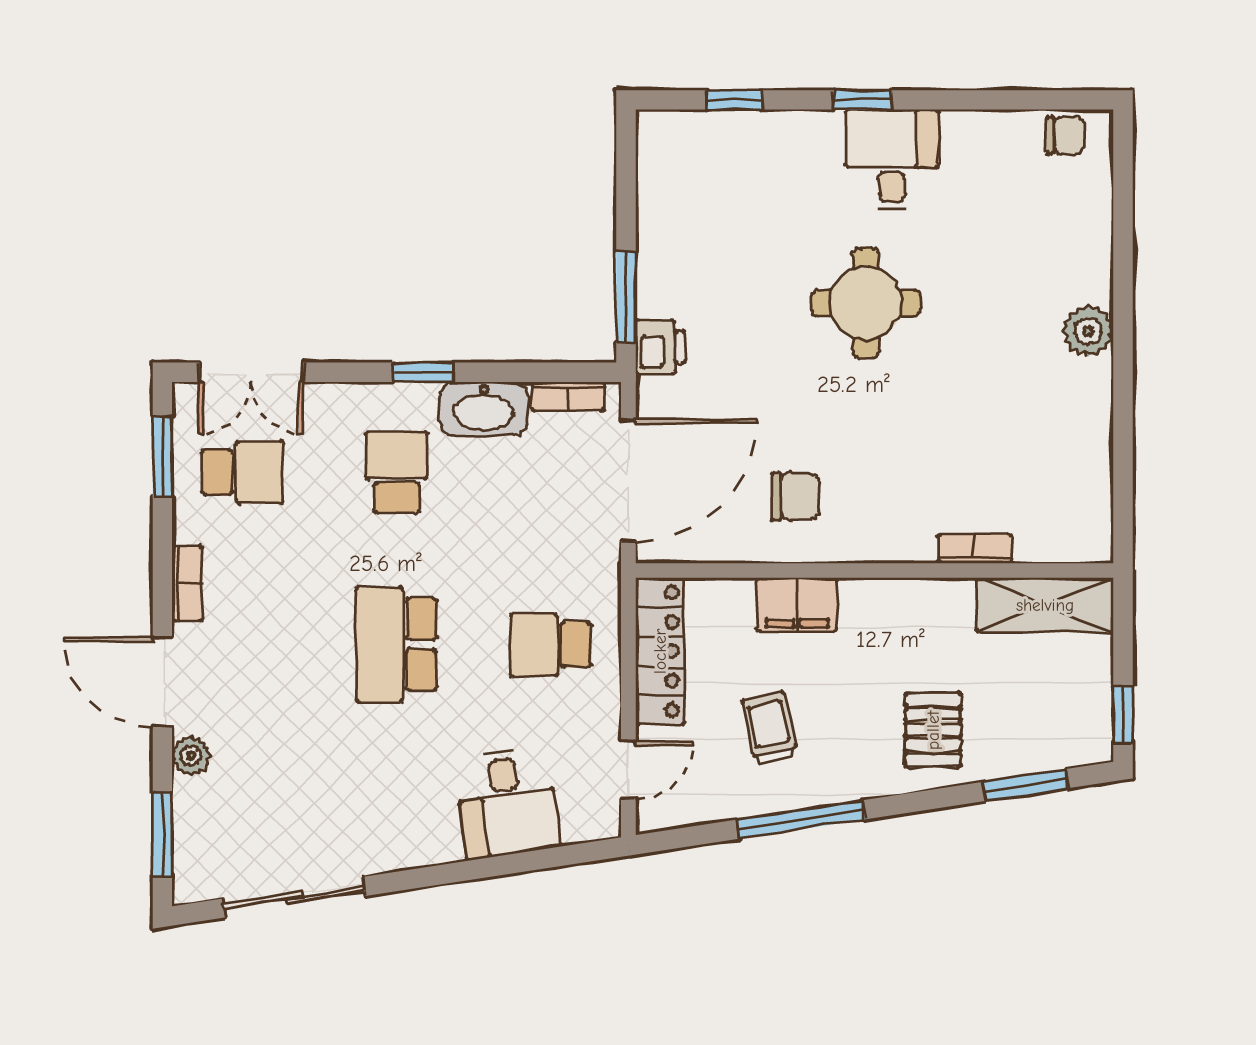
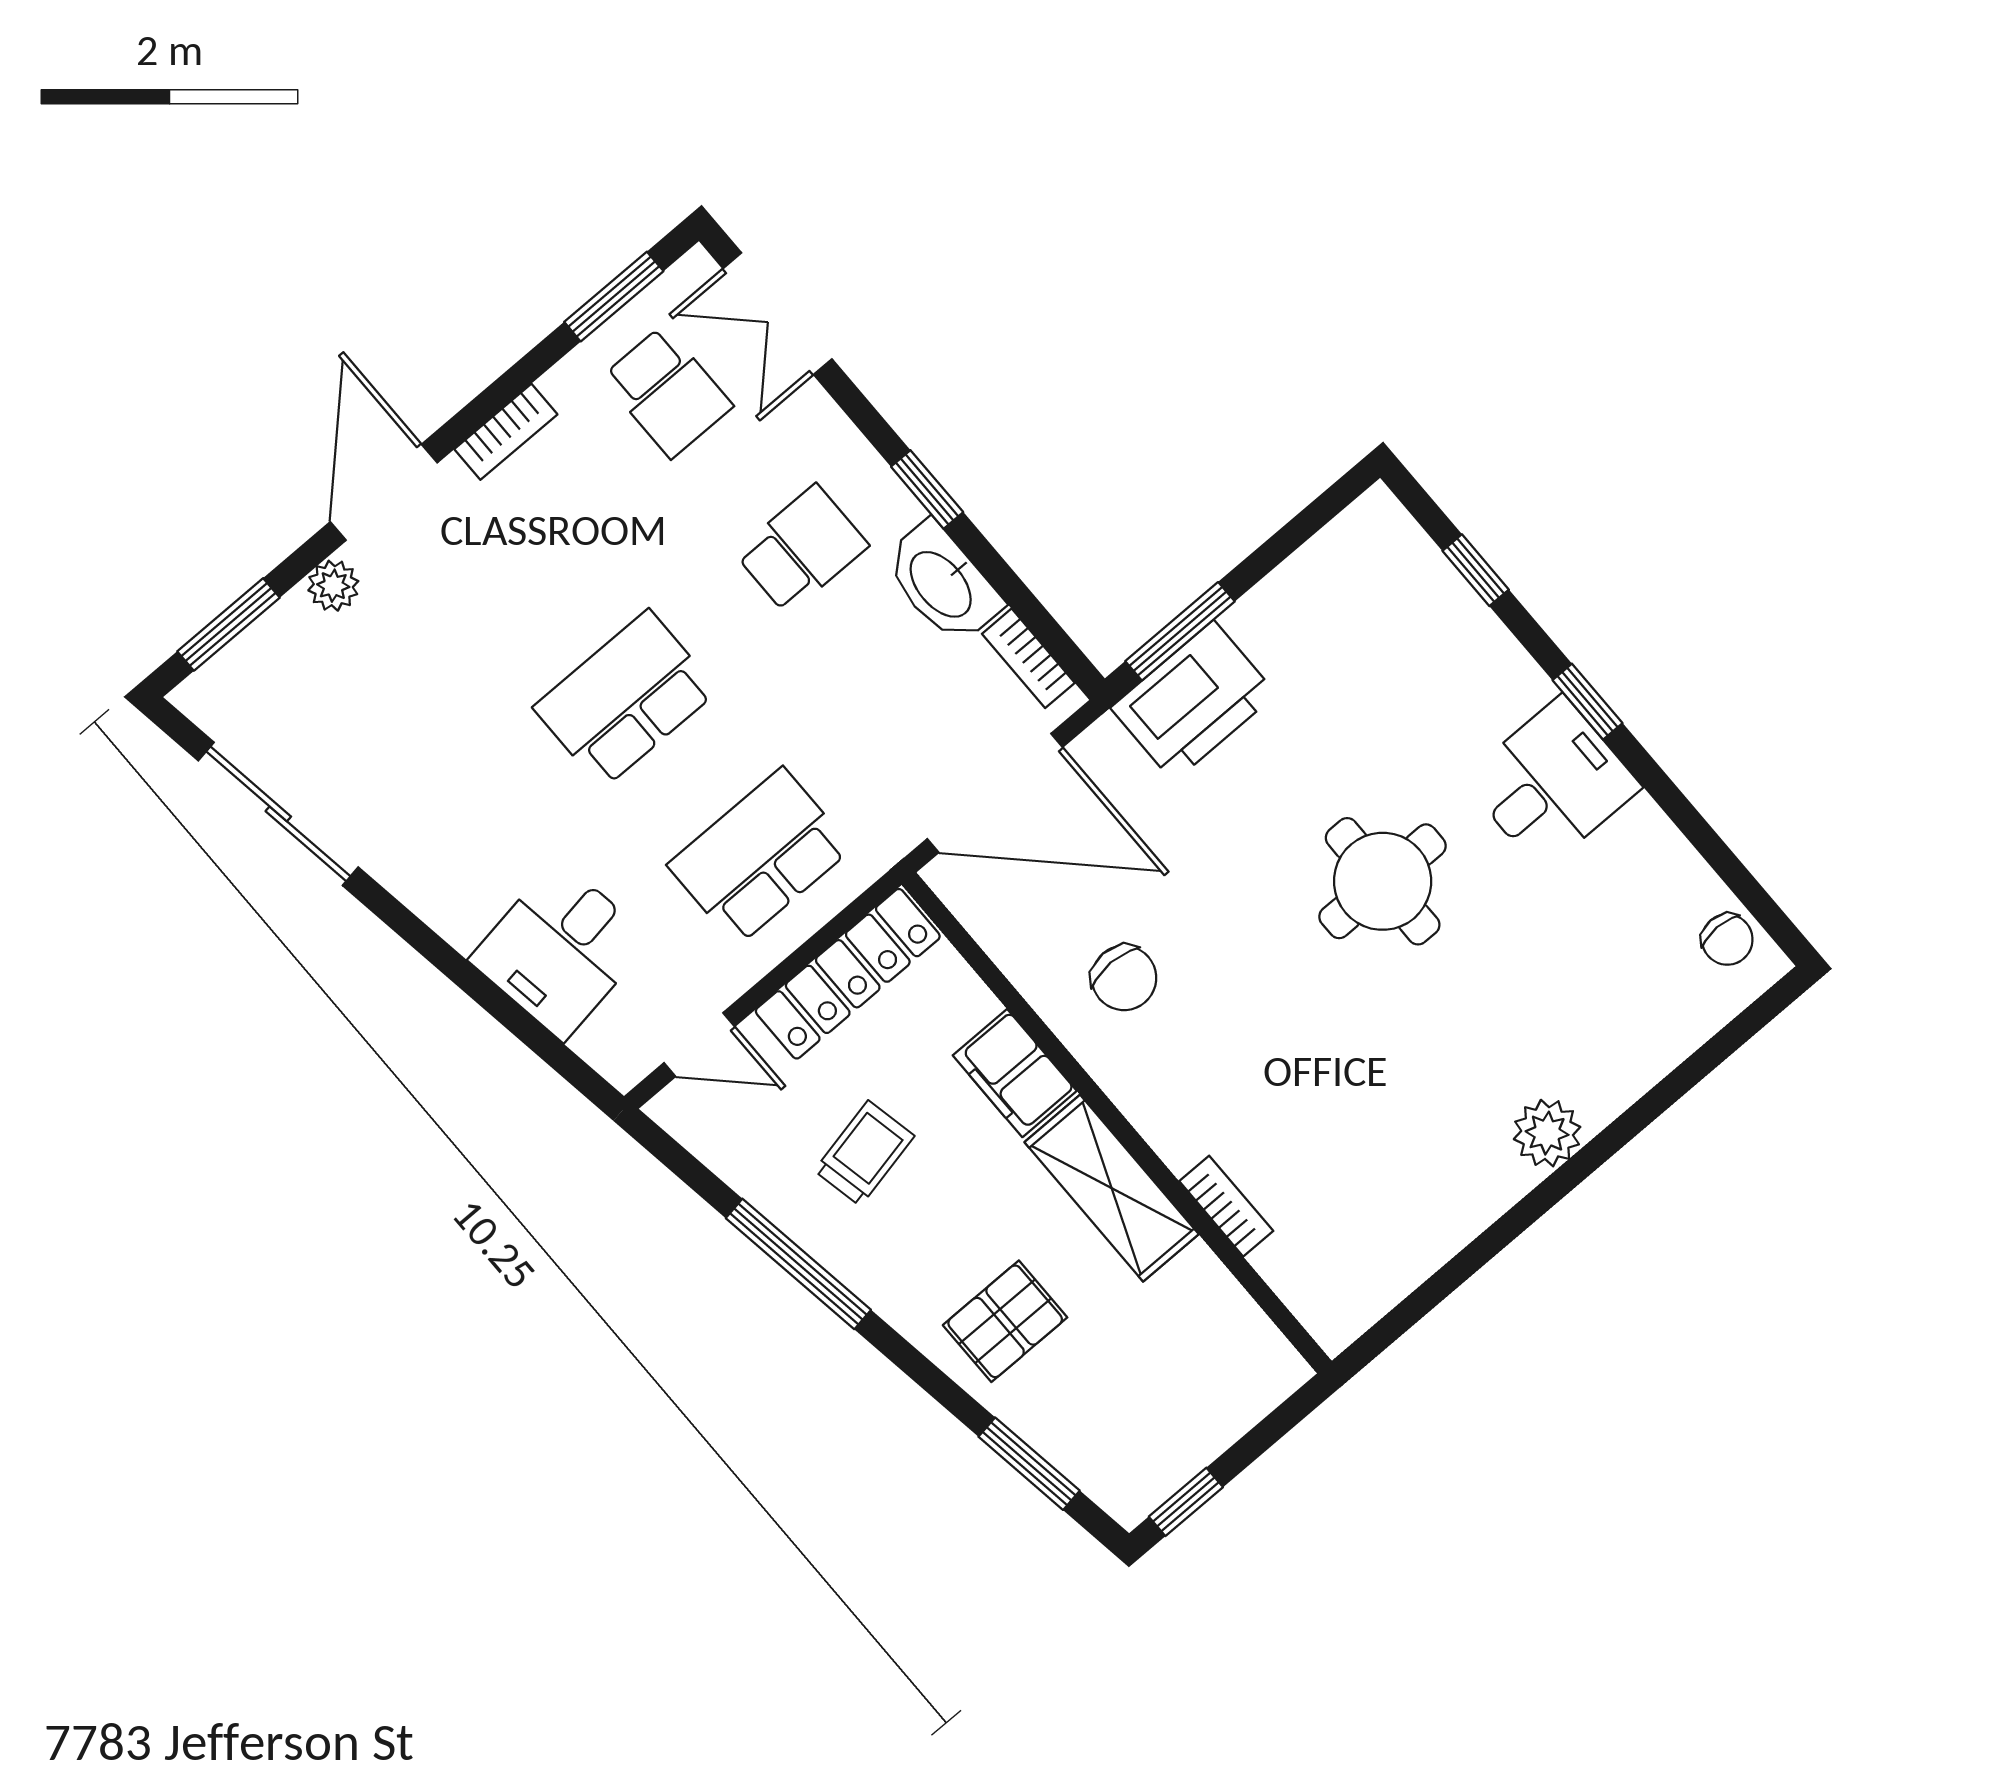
printer: (660, 347) -> (1194, 701), width x1.87, depth x1.48
shelving: (1045, 605) -> (1112, 1188), moved
school desk: (551, 645) -> (760, 857), width x1.85

